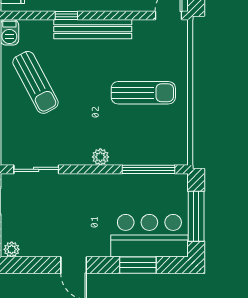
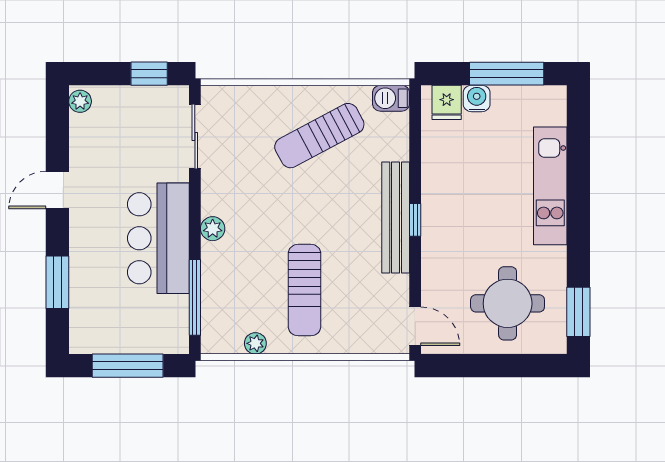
window: (66, 16) -> (415, 220), moved
plant: (180, 127) -> (255, 343), added
bar counter: (149, 236) -> (158, 238), moved, turned 180

